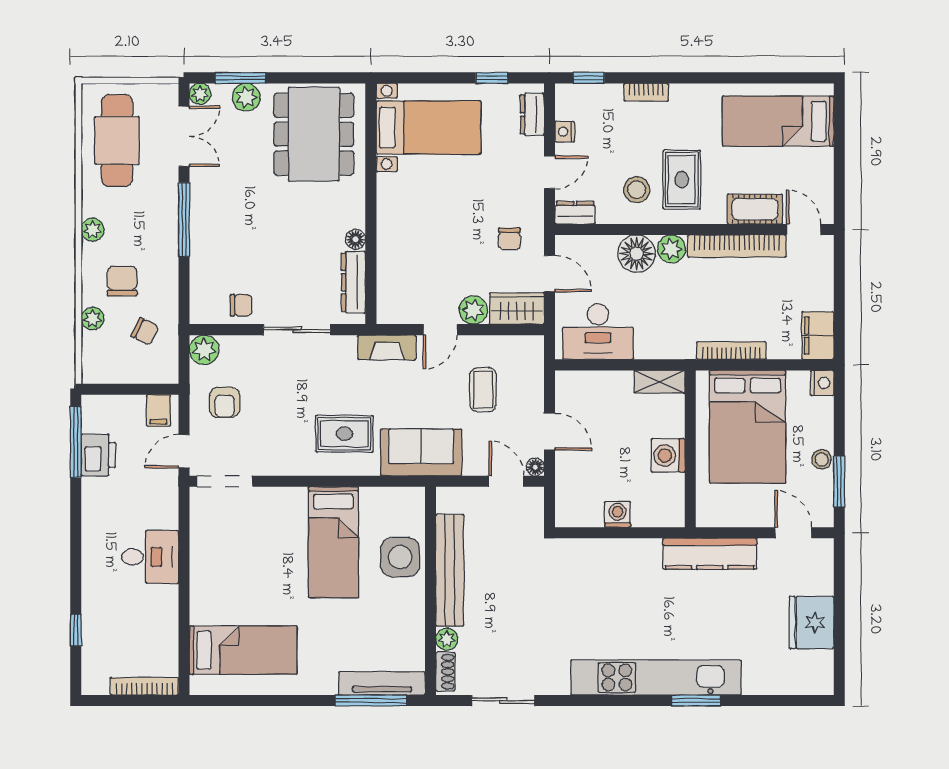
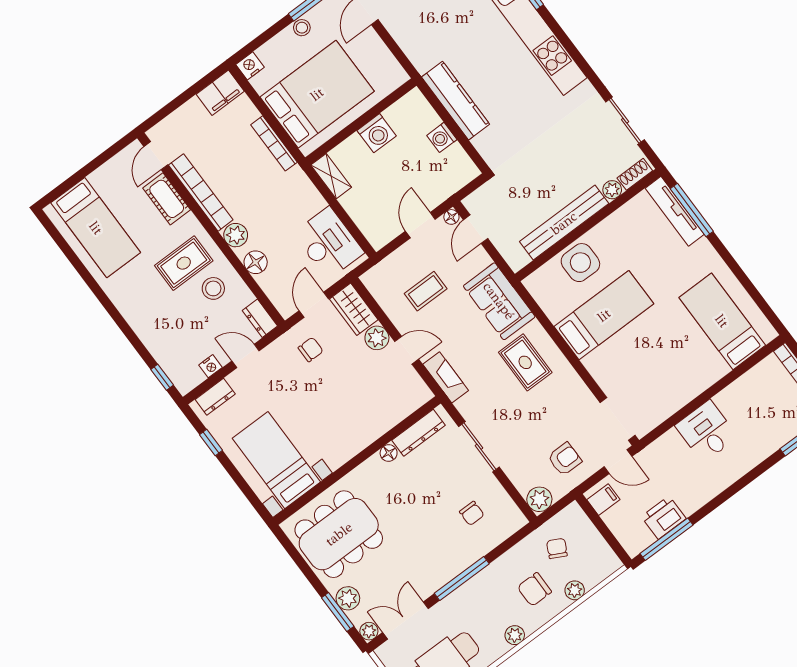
bookcase: (646, 92) -> (143, 331), removed
floor lamp: (637, 254) -> (256, 262), width x0.73, depth x0.73
chair: (241, 305) -> (472, 513), moved, turned 180
kitchen counter: (710, 554) -> (456, 101), moved

